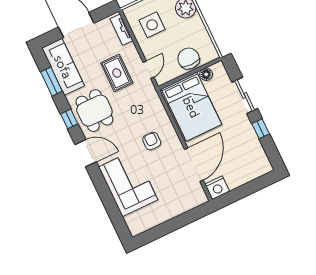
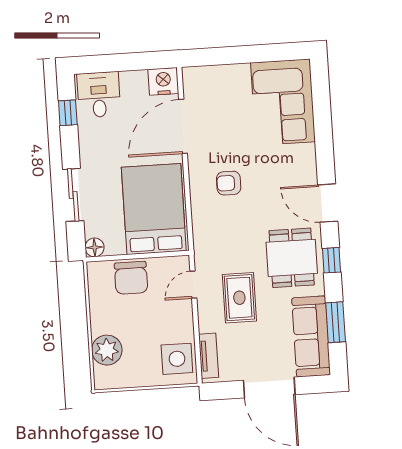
side table: (152, 25) -> (177, 359), moved
floor lamp: (206, 74) -> (95, 247), moved
window: (261, 129) -> (68, 113), moved
armchair: (152, 141) -> (229, 183), turned 90
desk: (254, 164) -> (99, 95), added
corner sofa: (128, 183) -> (283, 102), moved

